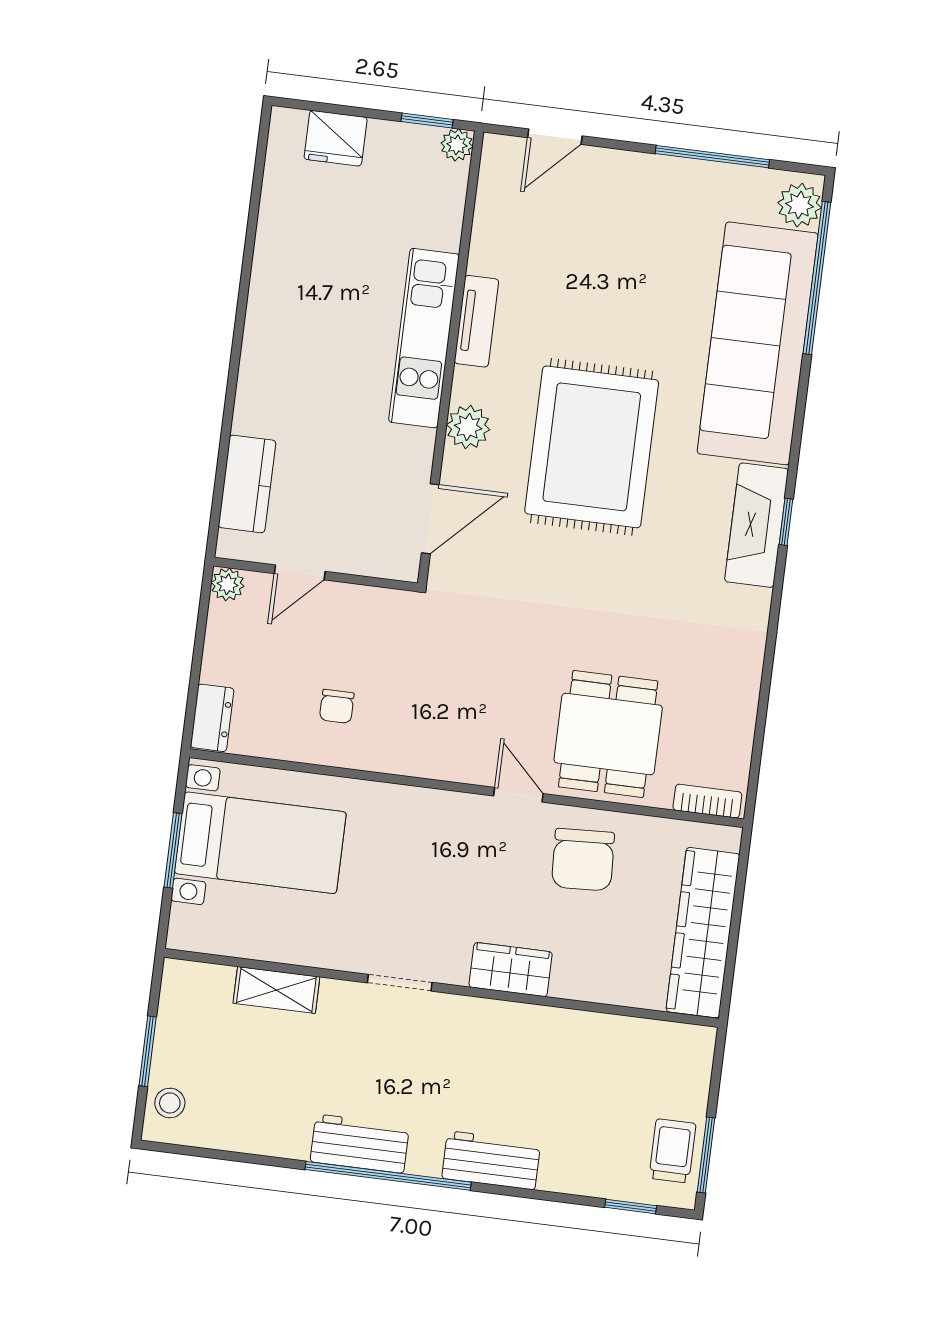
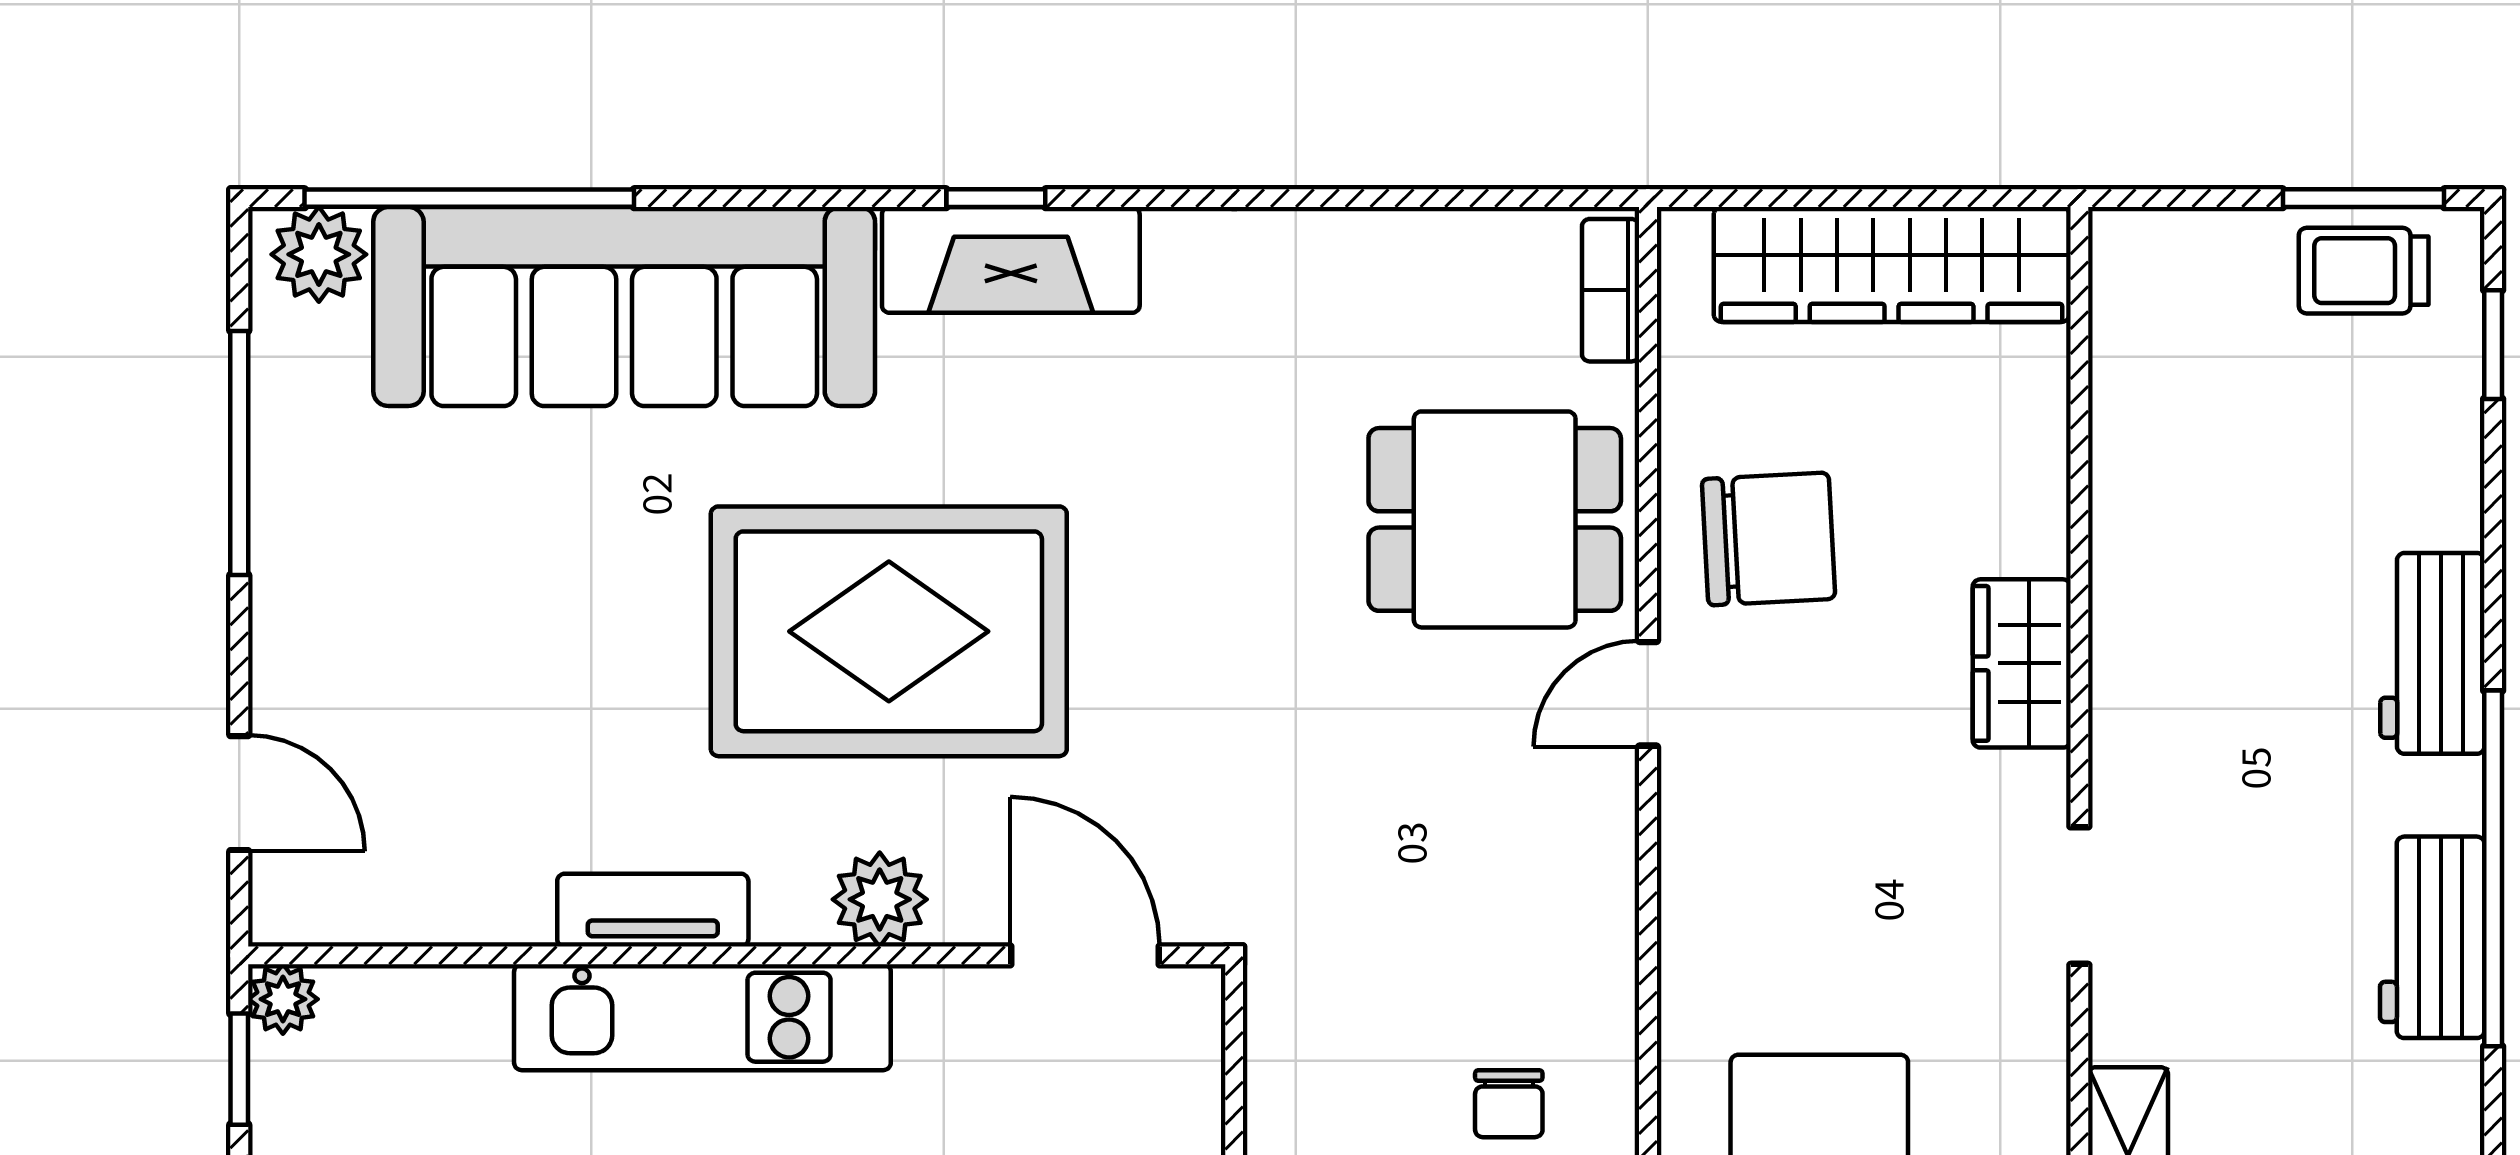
chair: (337, 706) -> (1509, 1104), turned 90

